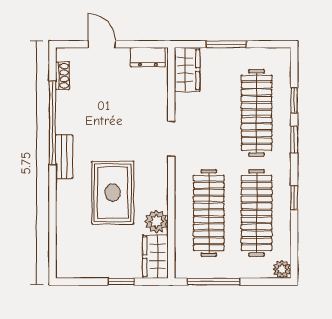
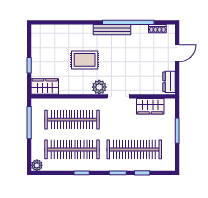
wardrobe: (187, 69) -> (150, 106), moved
bench: (64, 157) -> (112, 30), width x1.36
rug: (113, 193) -> (85, 60), width x0.73, depth x0.70
plant: (156, 221) -> (99, 87), moved

